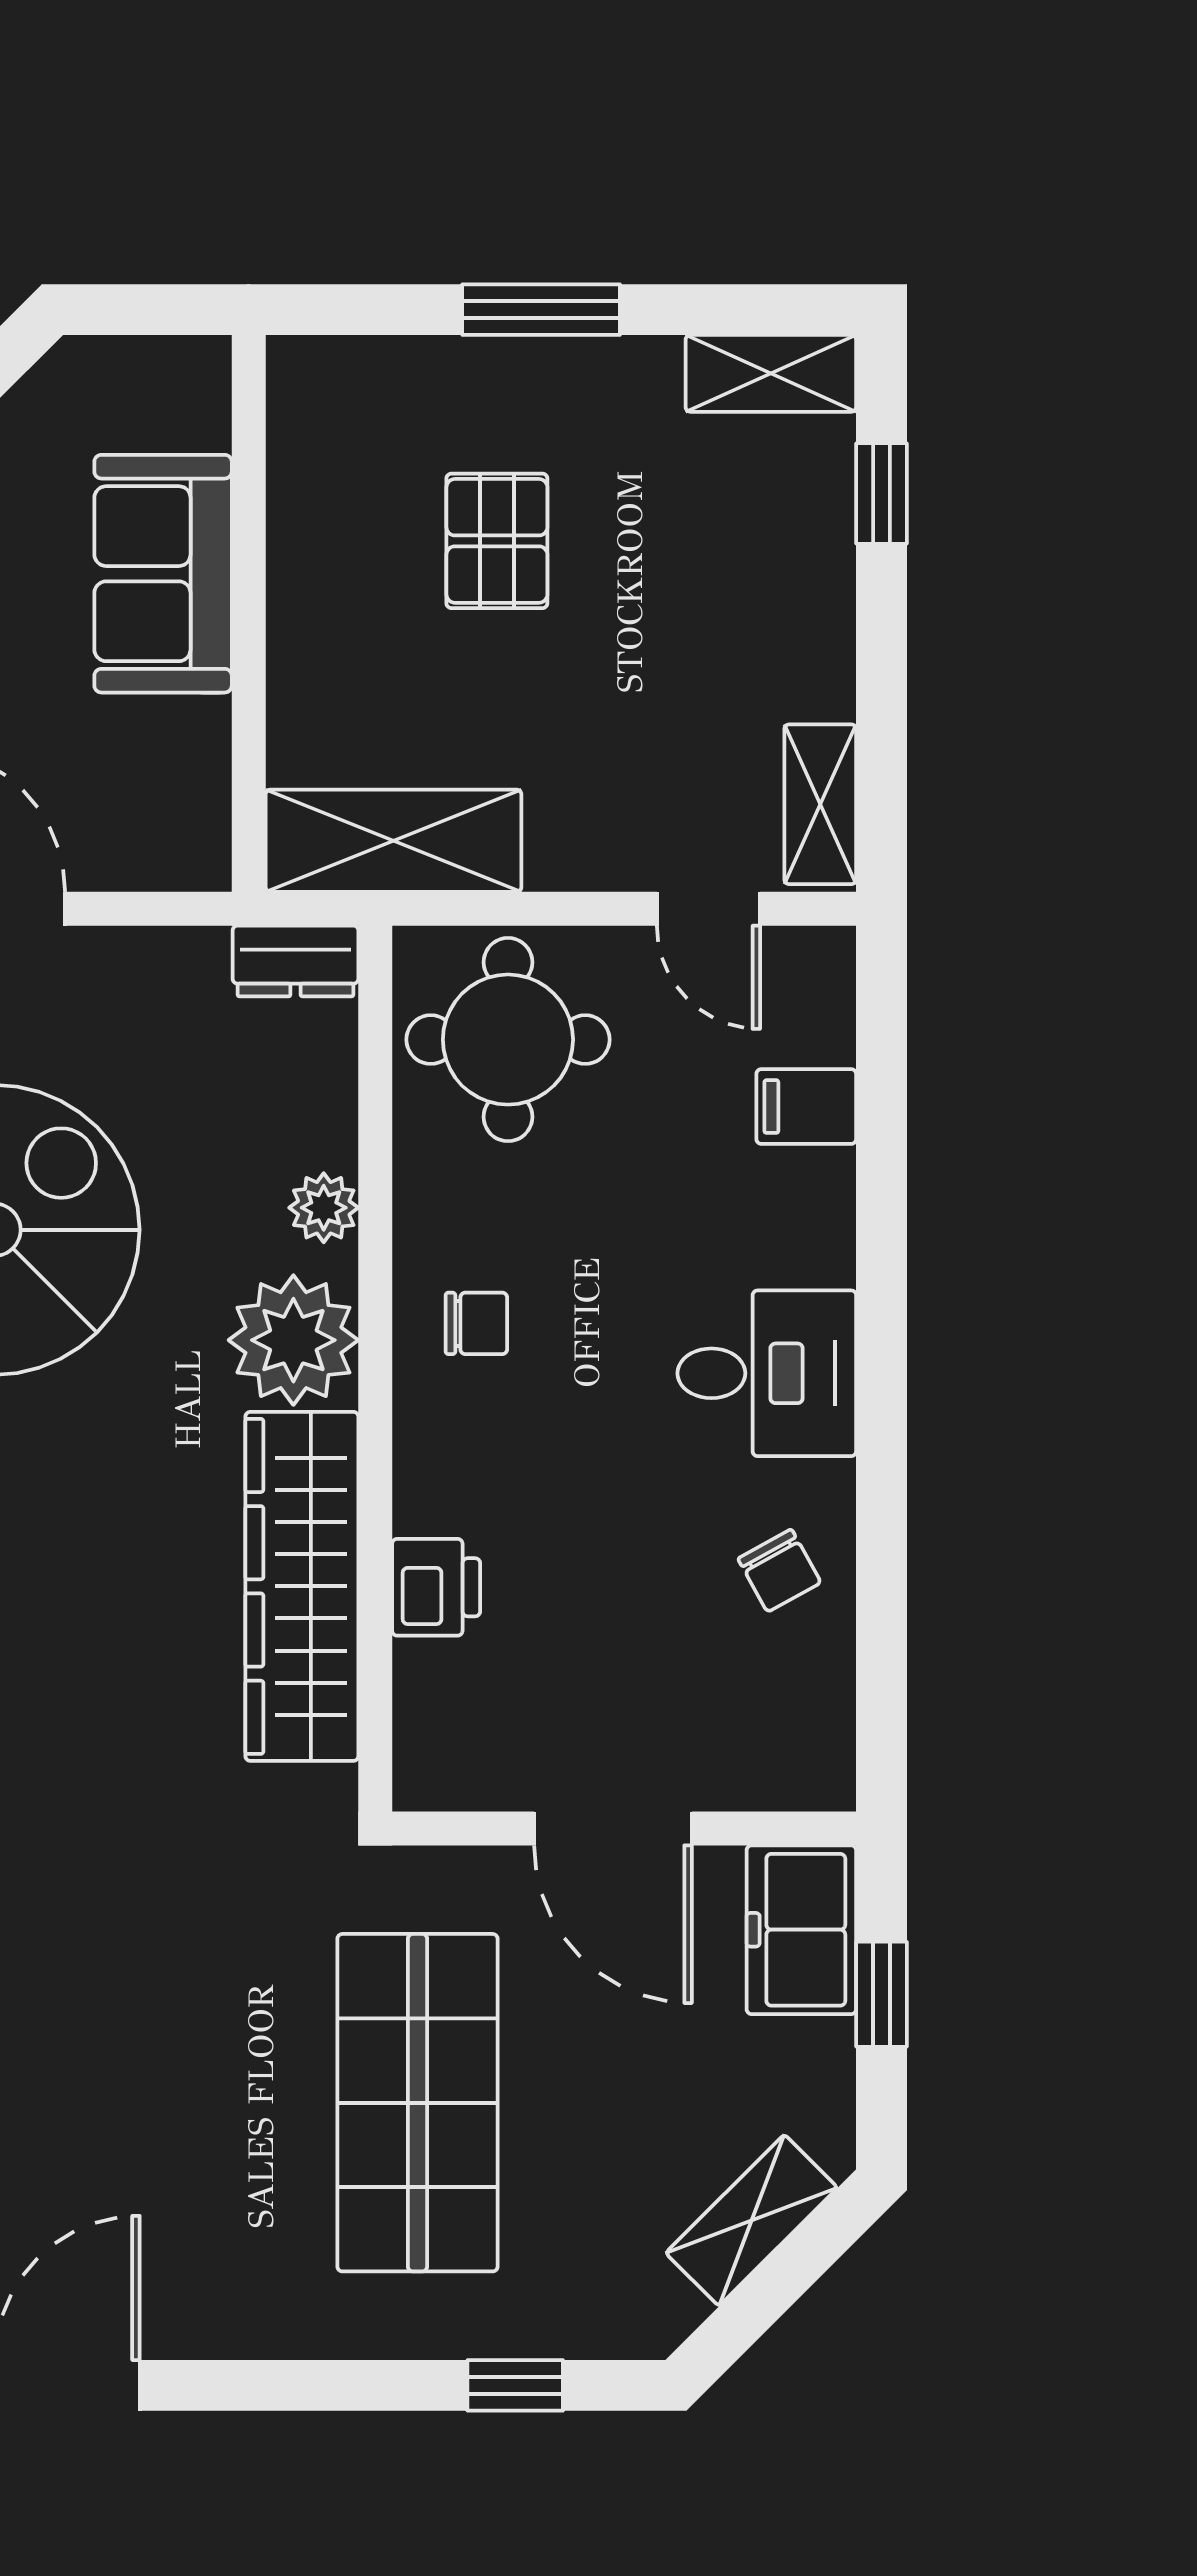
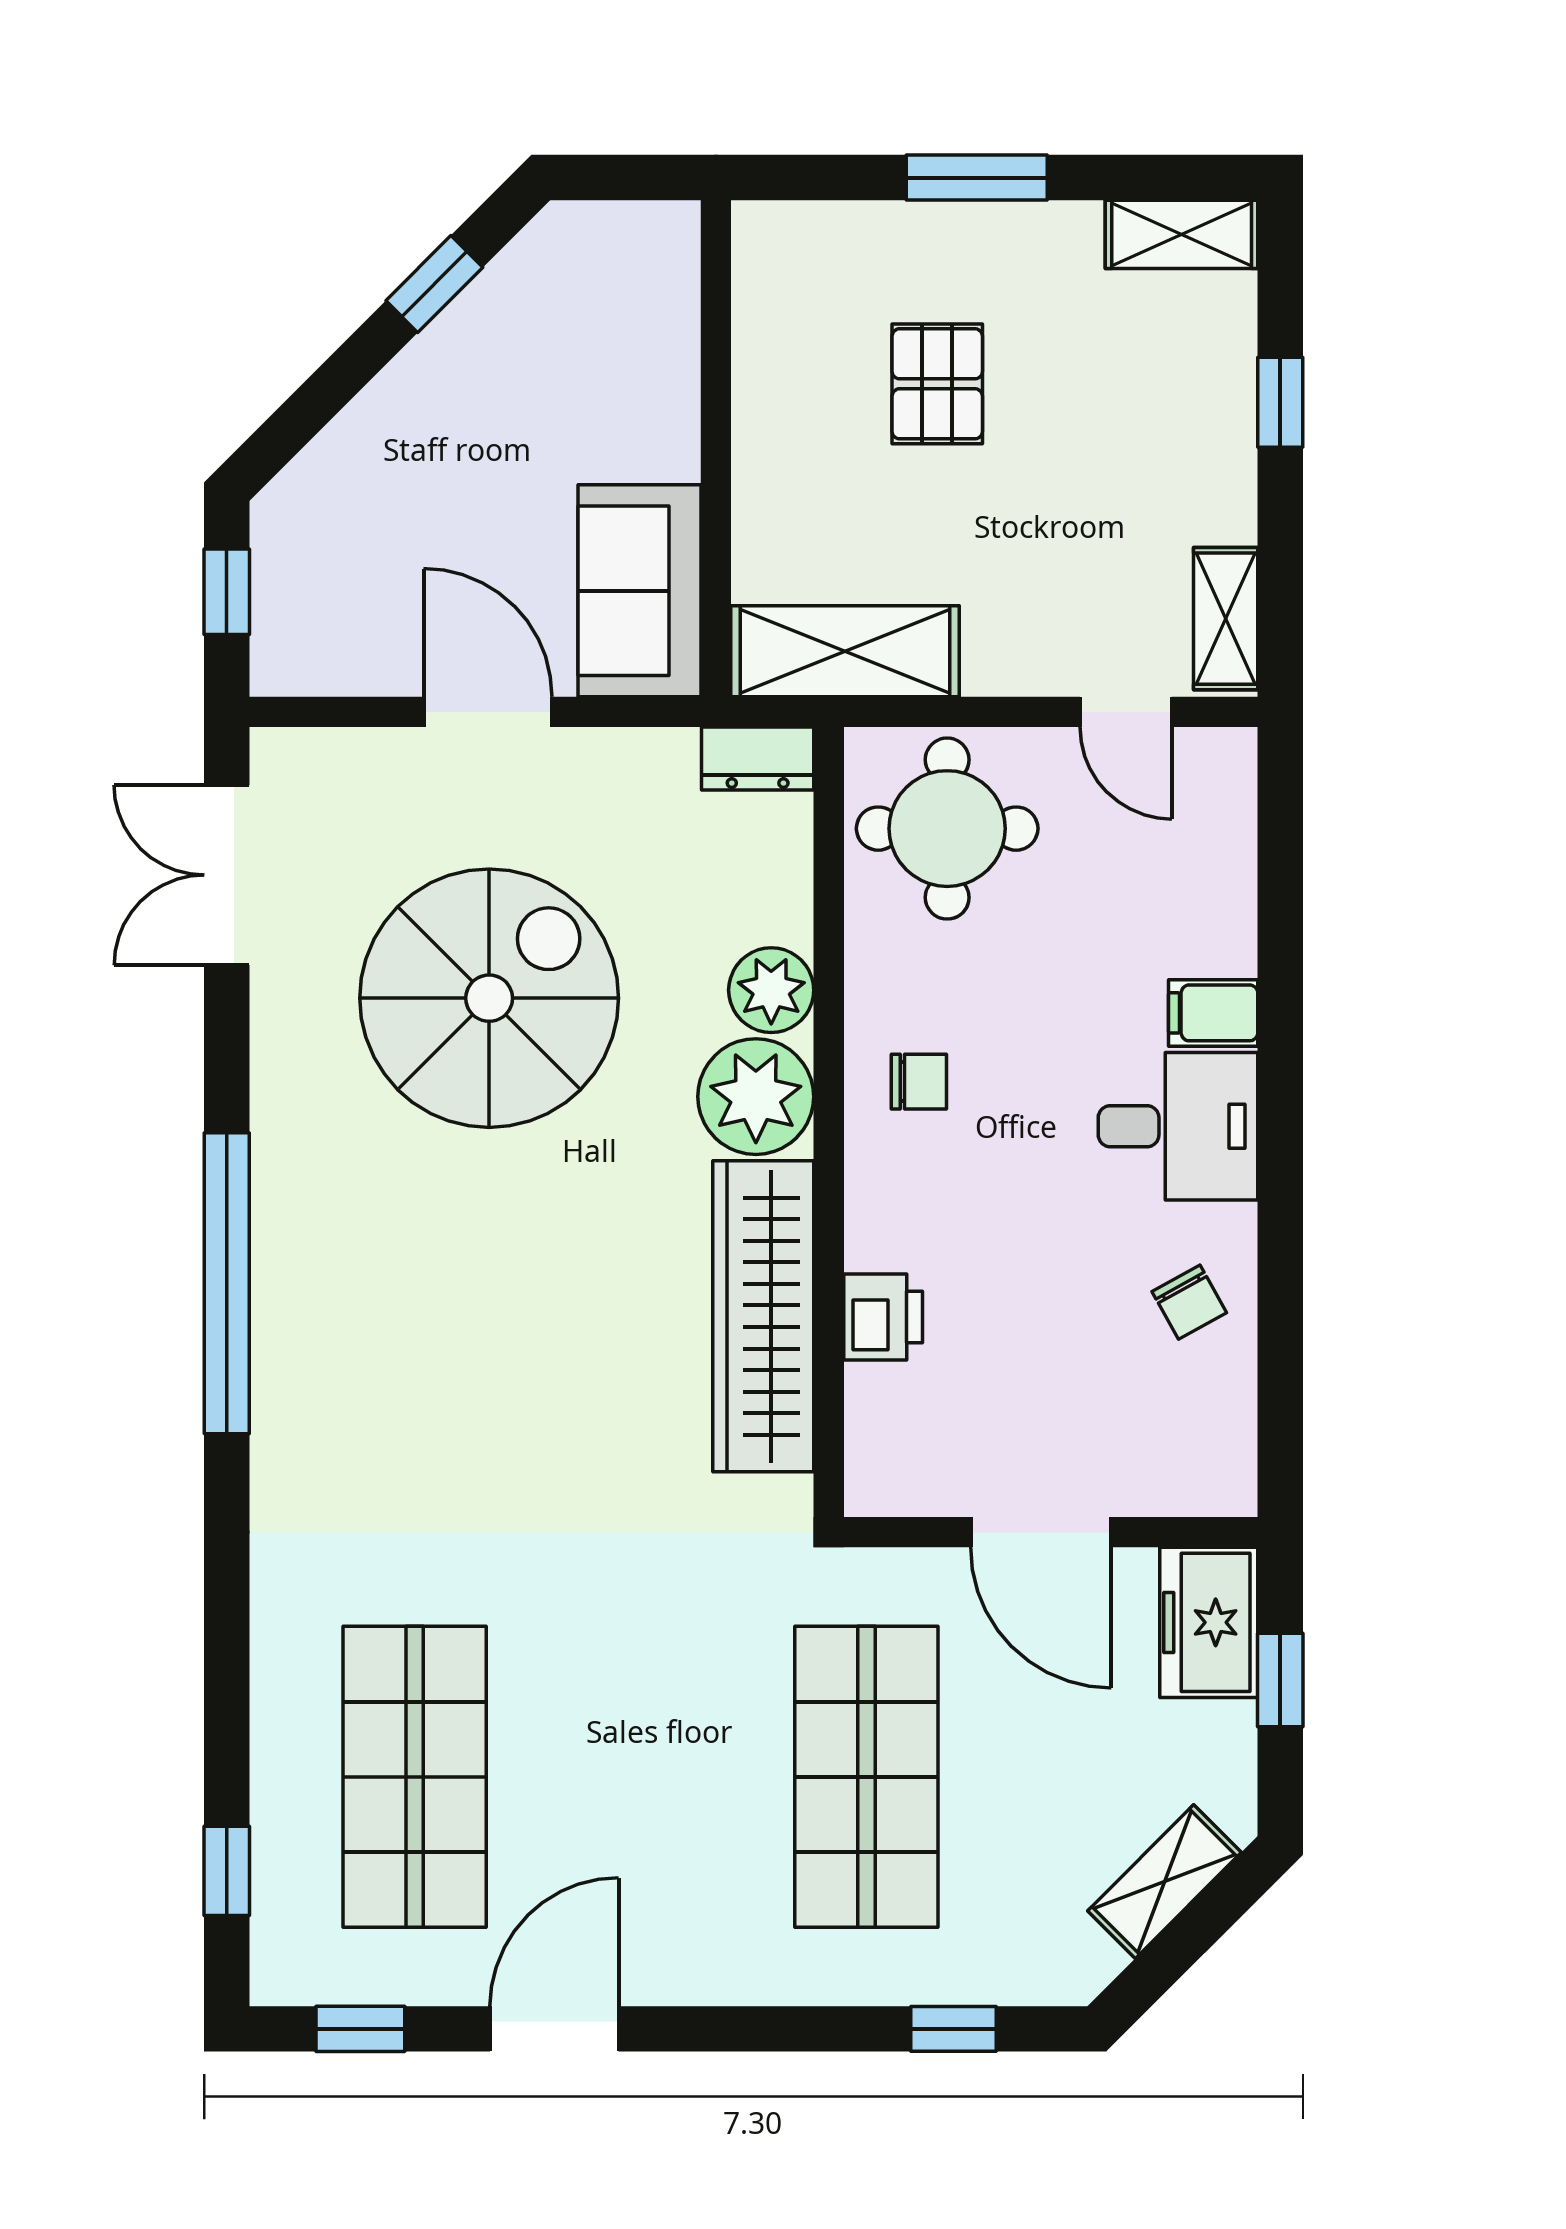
window: (882, 494) -> (1280, 402), moved
sofa: (163, 574) -> (640, 591), moved
filing cabinet: (806, 1107) -> (1213, 1013), moved
plant: (324, 1208) -> (771, 990), width x1.38, depth x1.38

